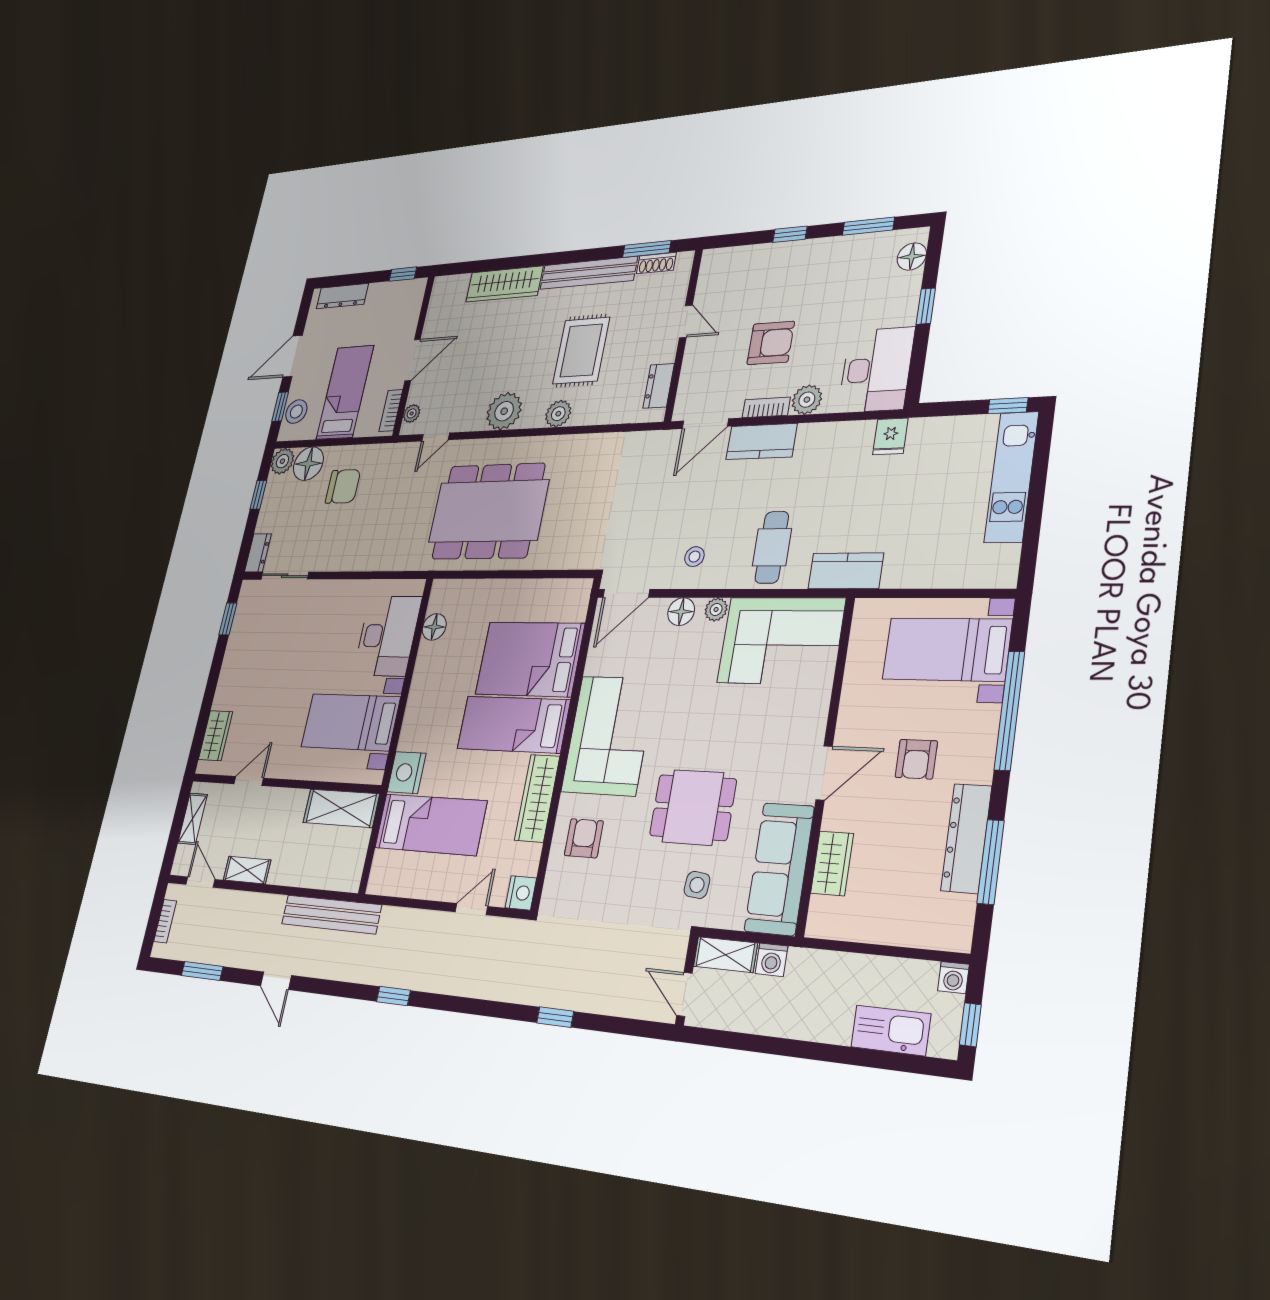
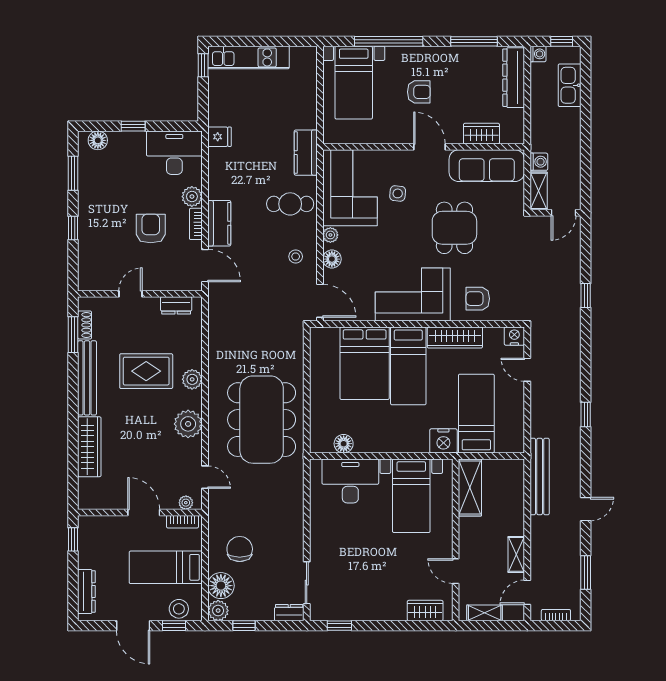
dresser: (966, 838) -> (514, 78), moved, turned 90
side table: (697, 885) -> (398, 193), moved

